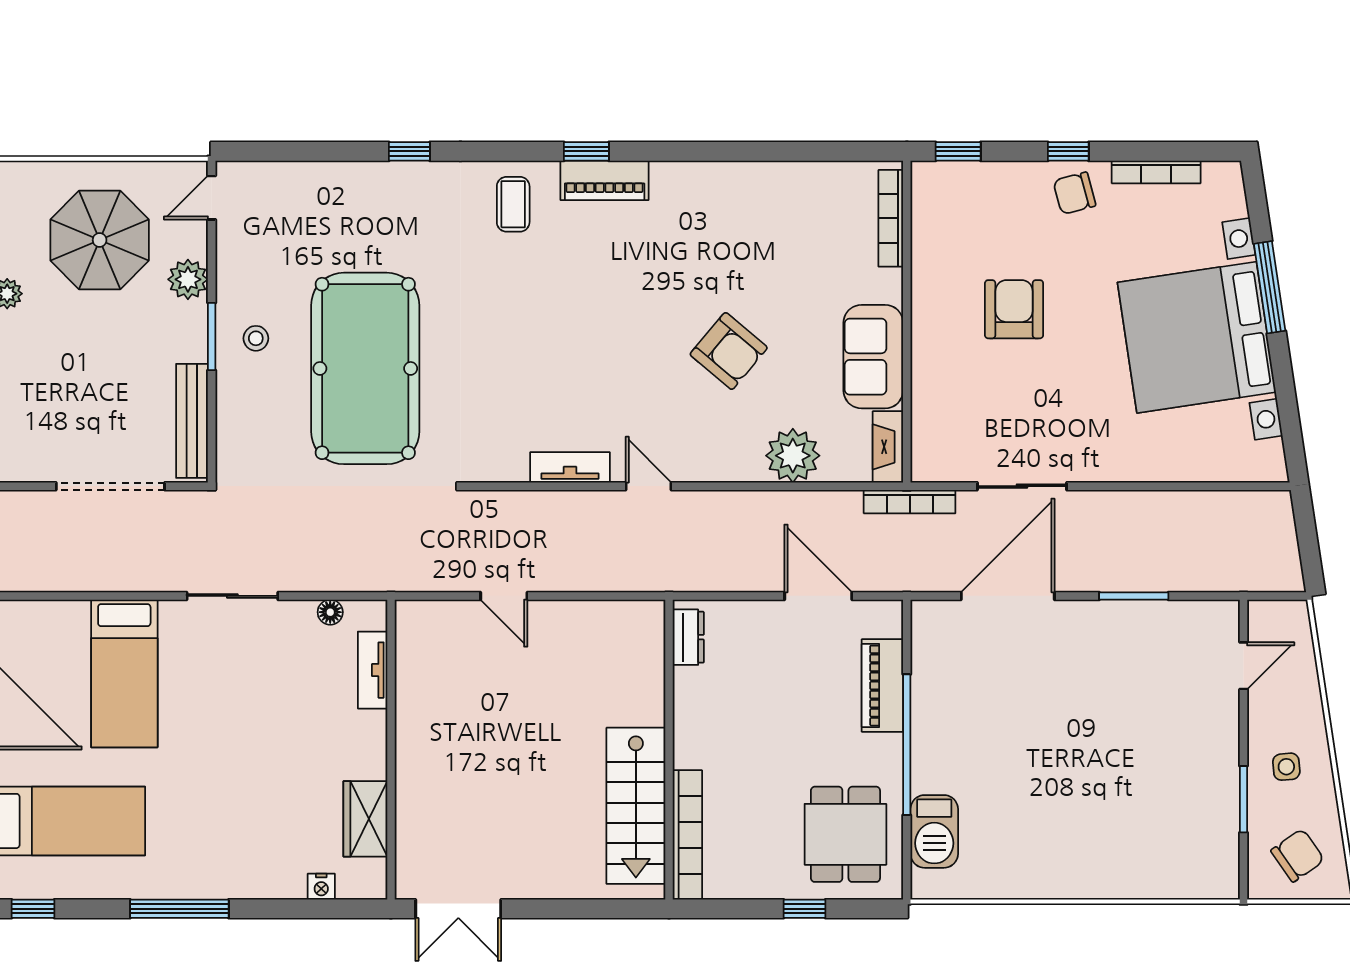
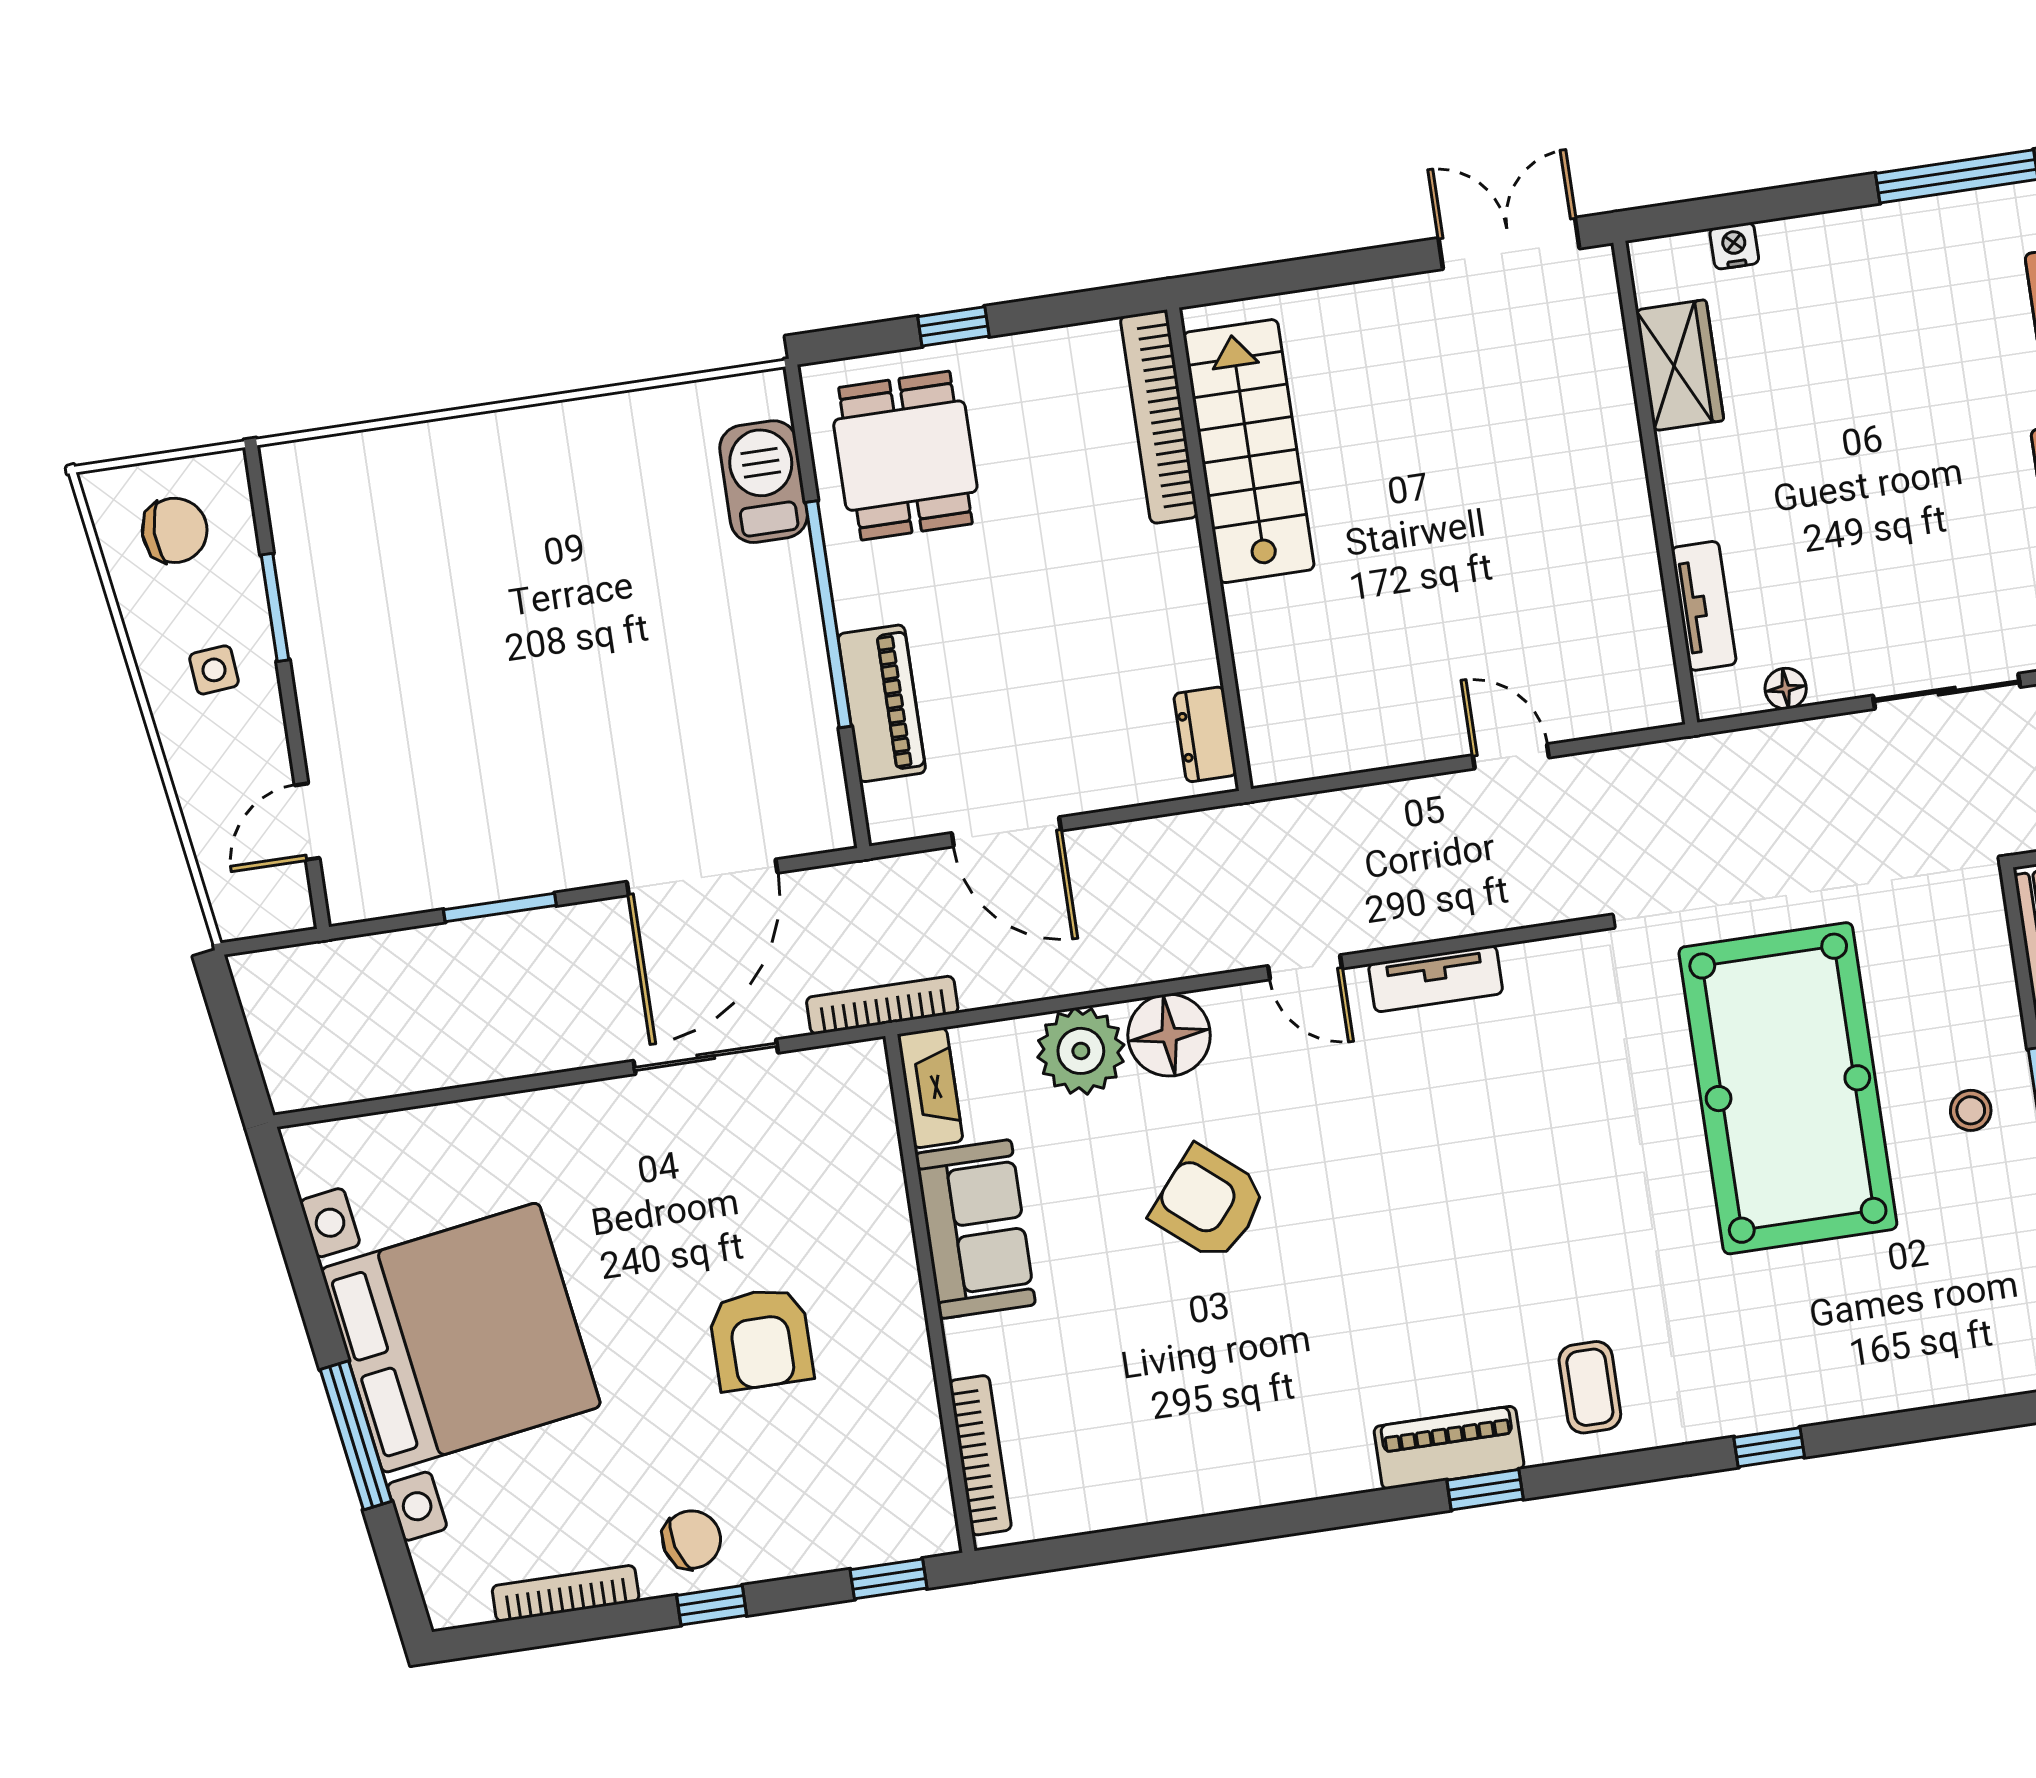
floor lamp: (738, 457) -> (1169, 1035), added
chair: (1298, 855) -> (175, 530), turned -145

